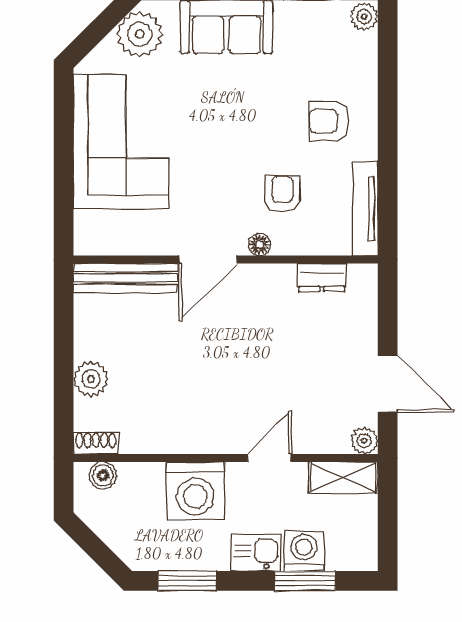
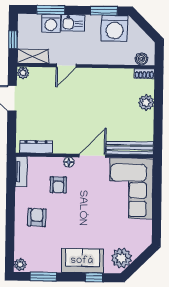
armchair: (329, 121) -> (37, 217), turned -88
corner sofa: (121, 142) -> (131, 188), moved
tv unit: (365, 208) -> (21, 172), width x0.71
dresser: (322, 277) -> (36, 147), width x1.44
washing machine: (195, 491) -> (115, 28), moved, turned 180
window: (388, 514) -> (13, 40), added

